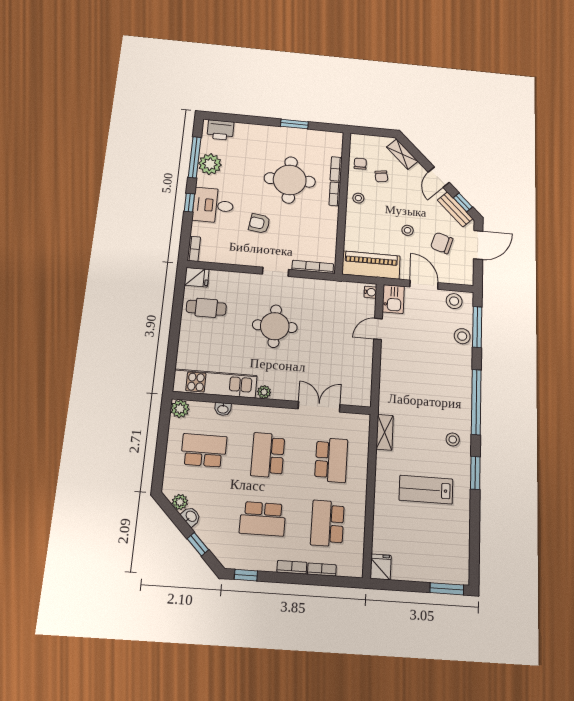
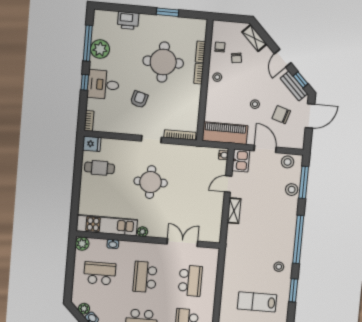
printer: (220, 130) -> (128, 20), moved
armchair: (259, 223) -> (139, 99), turned 97
shelving: (385, 432) -> (234, 211), moved

